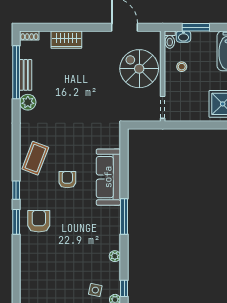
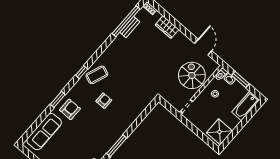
plant: (28, 102) -> (118, 42), removed
sofa: (108, 177) -> (44, 132), moved, turned 180
window: (16, 190) -> (82, 72), moved

